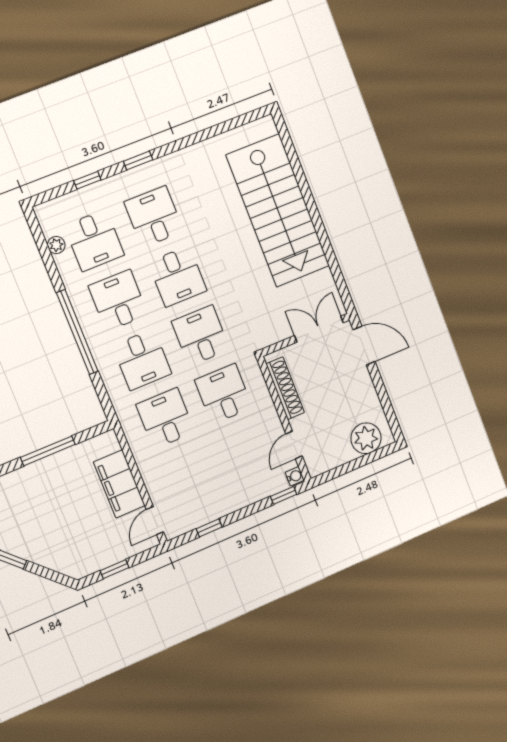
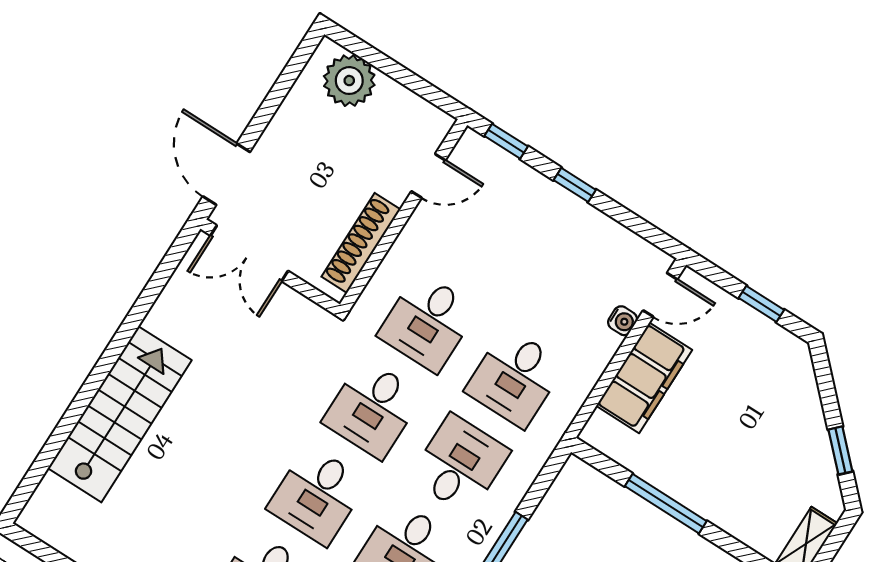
stairs: (278, 211) -> (120, 414), width x0.73, depth x0.66
desk: (177, 276) -> (317, 495), turned 180
water cooler: (295, 476) -> (623, 321), moved, turned 180
window: (209, 528) -> (575, 185), moved

